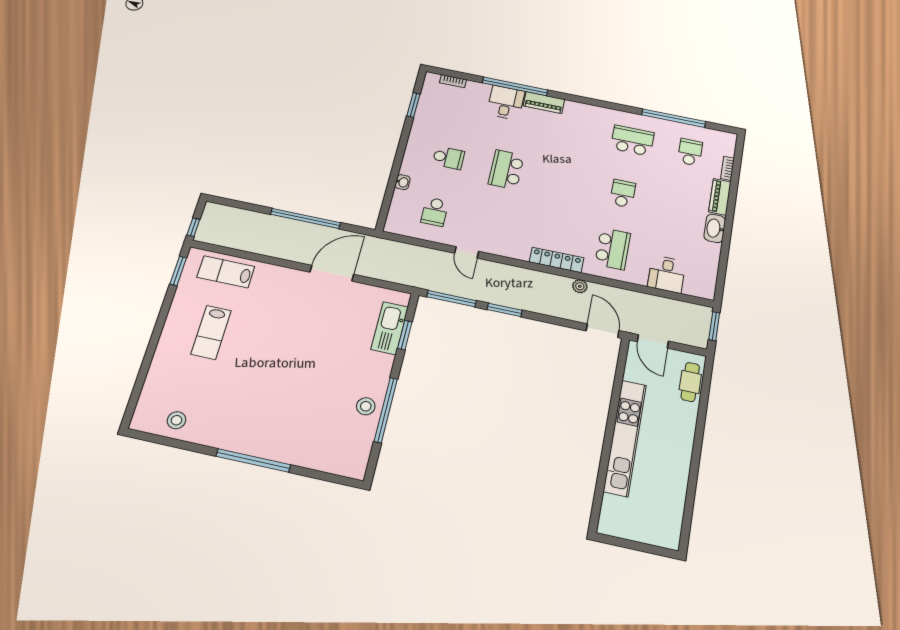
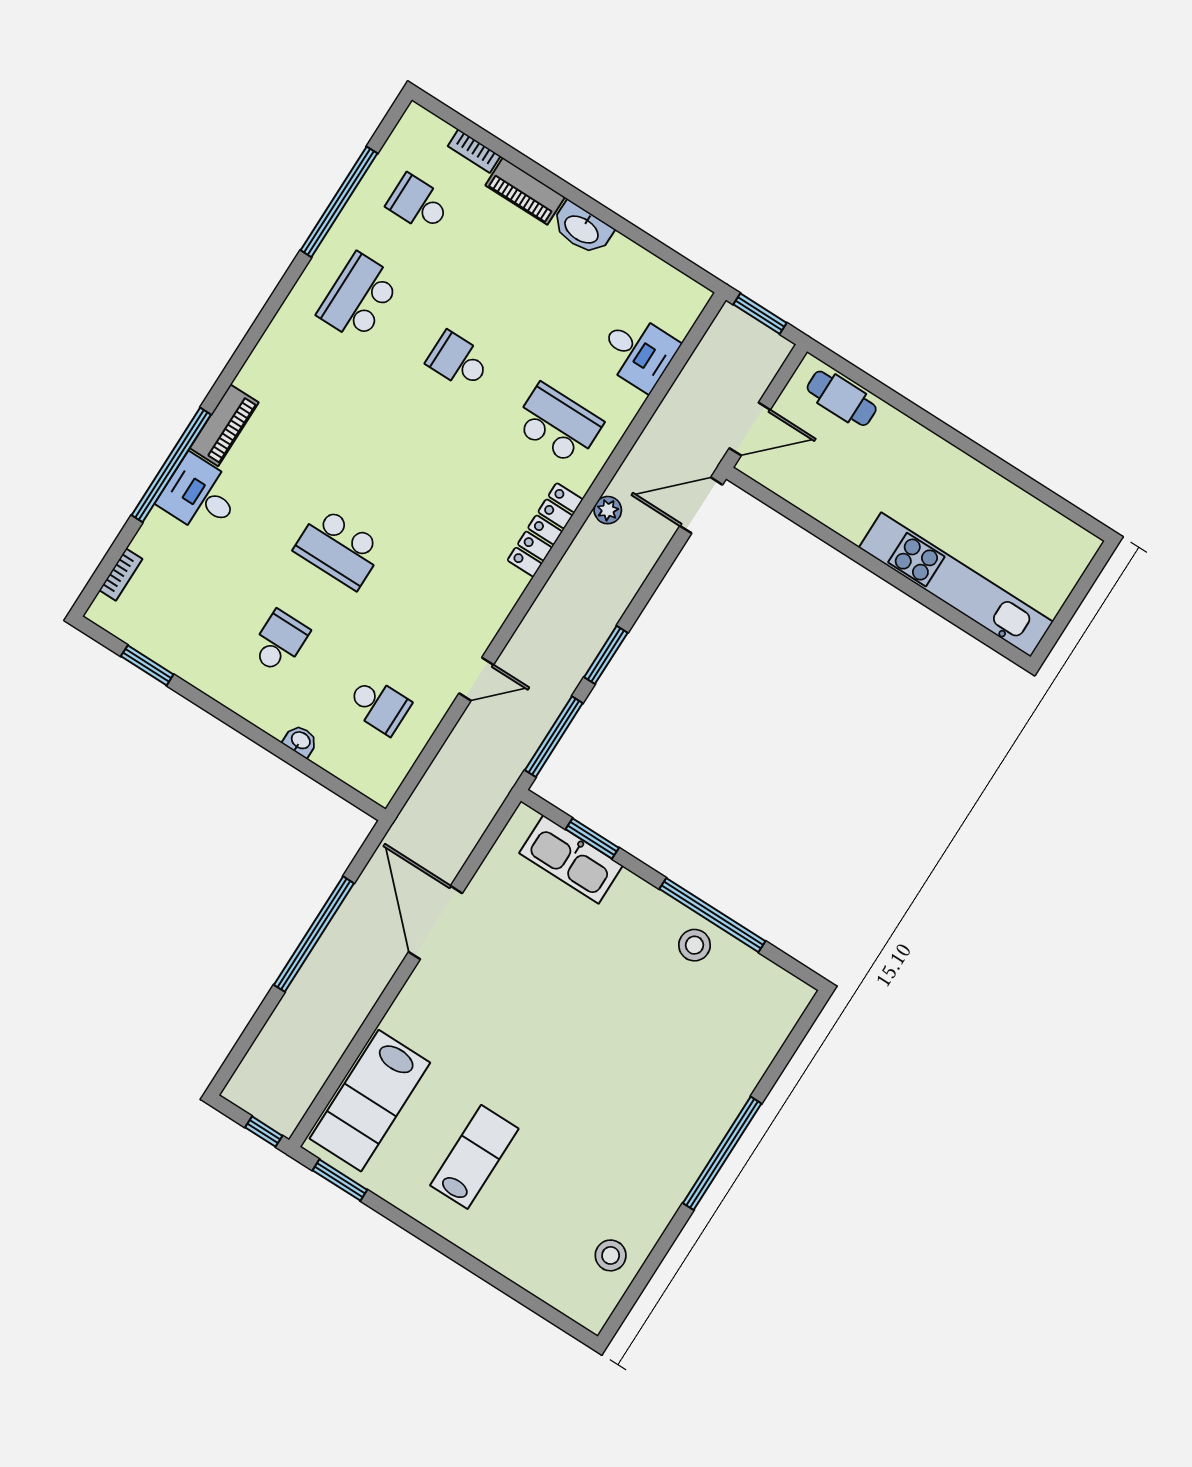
lab bench: (226, 272) -> (370, 1101), width x1.36, depth x1.39
lab bench: (211, 332) -> (474, 1157), turned -90
kitchen unit: (625, 438) -> (956, 585), moved

